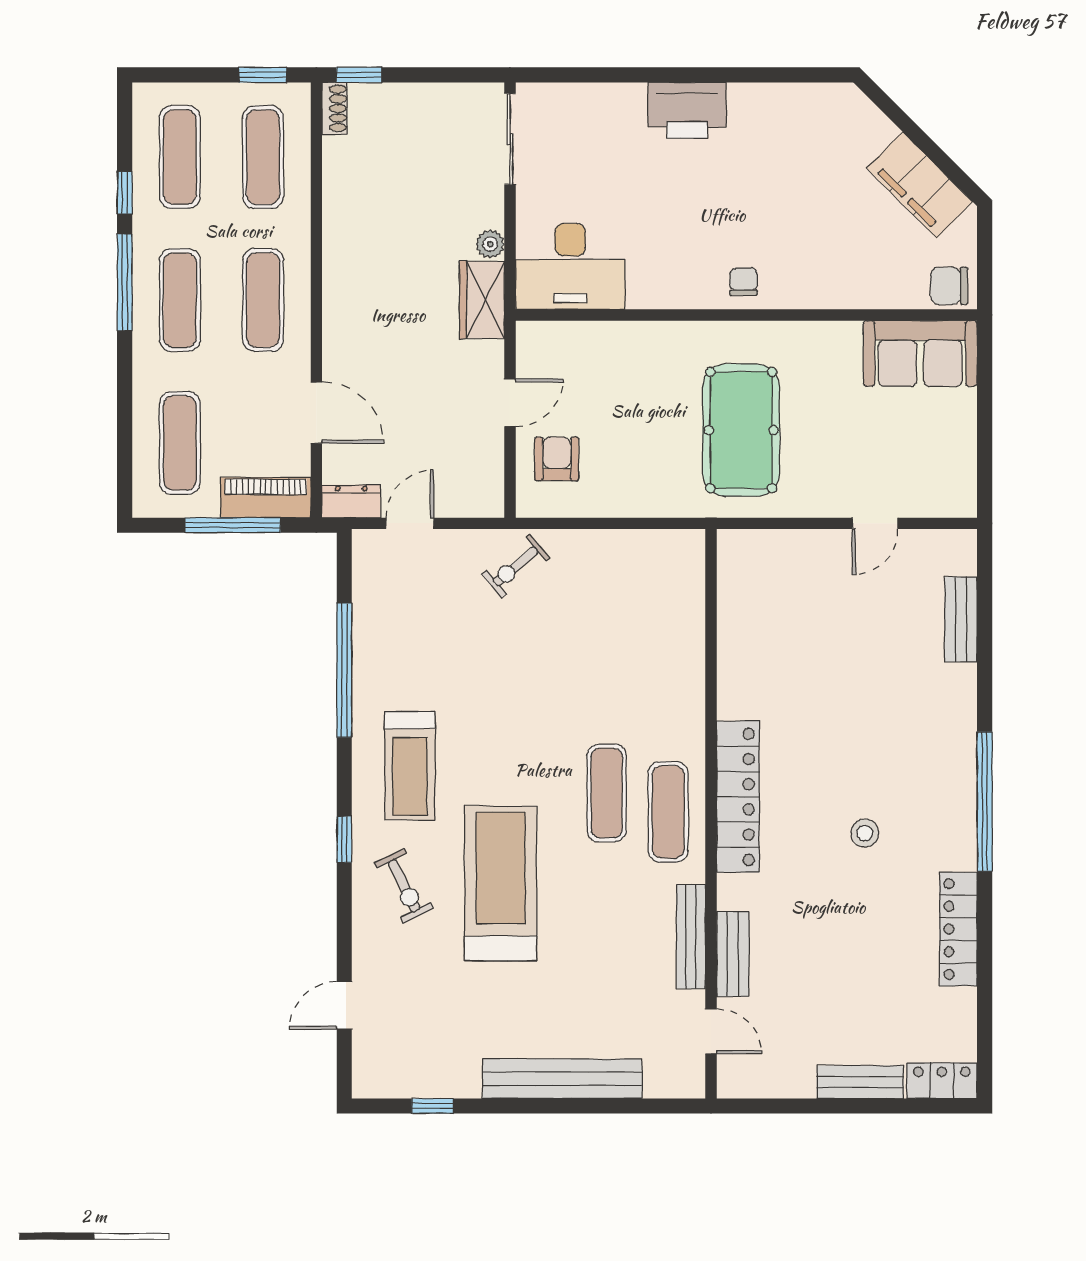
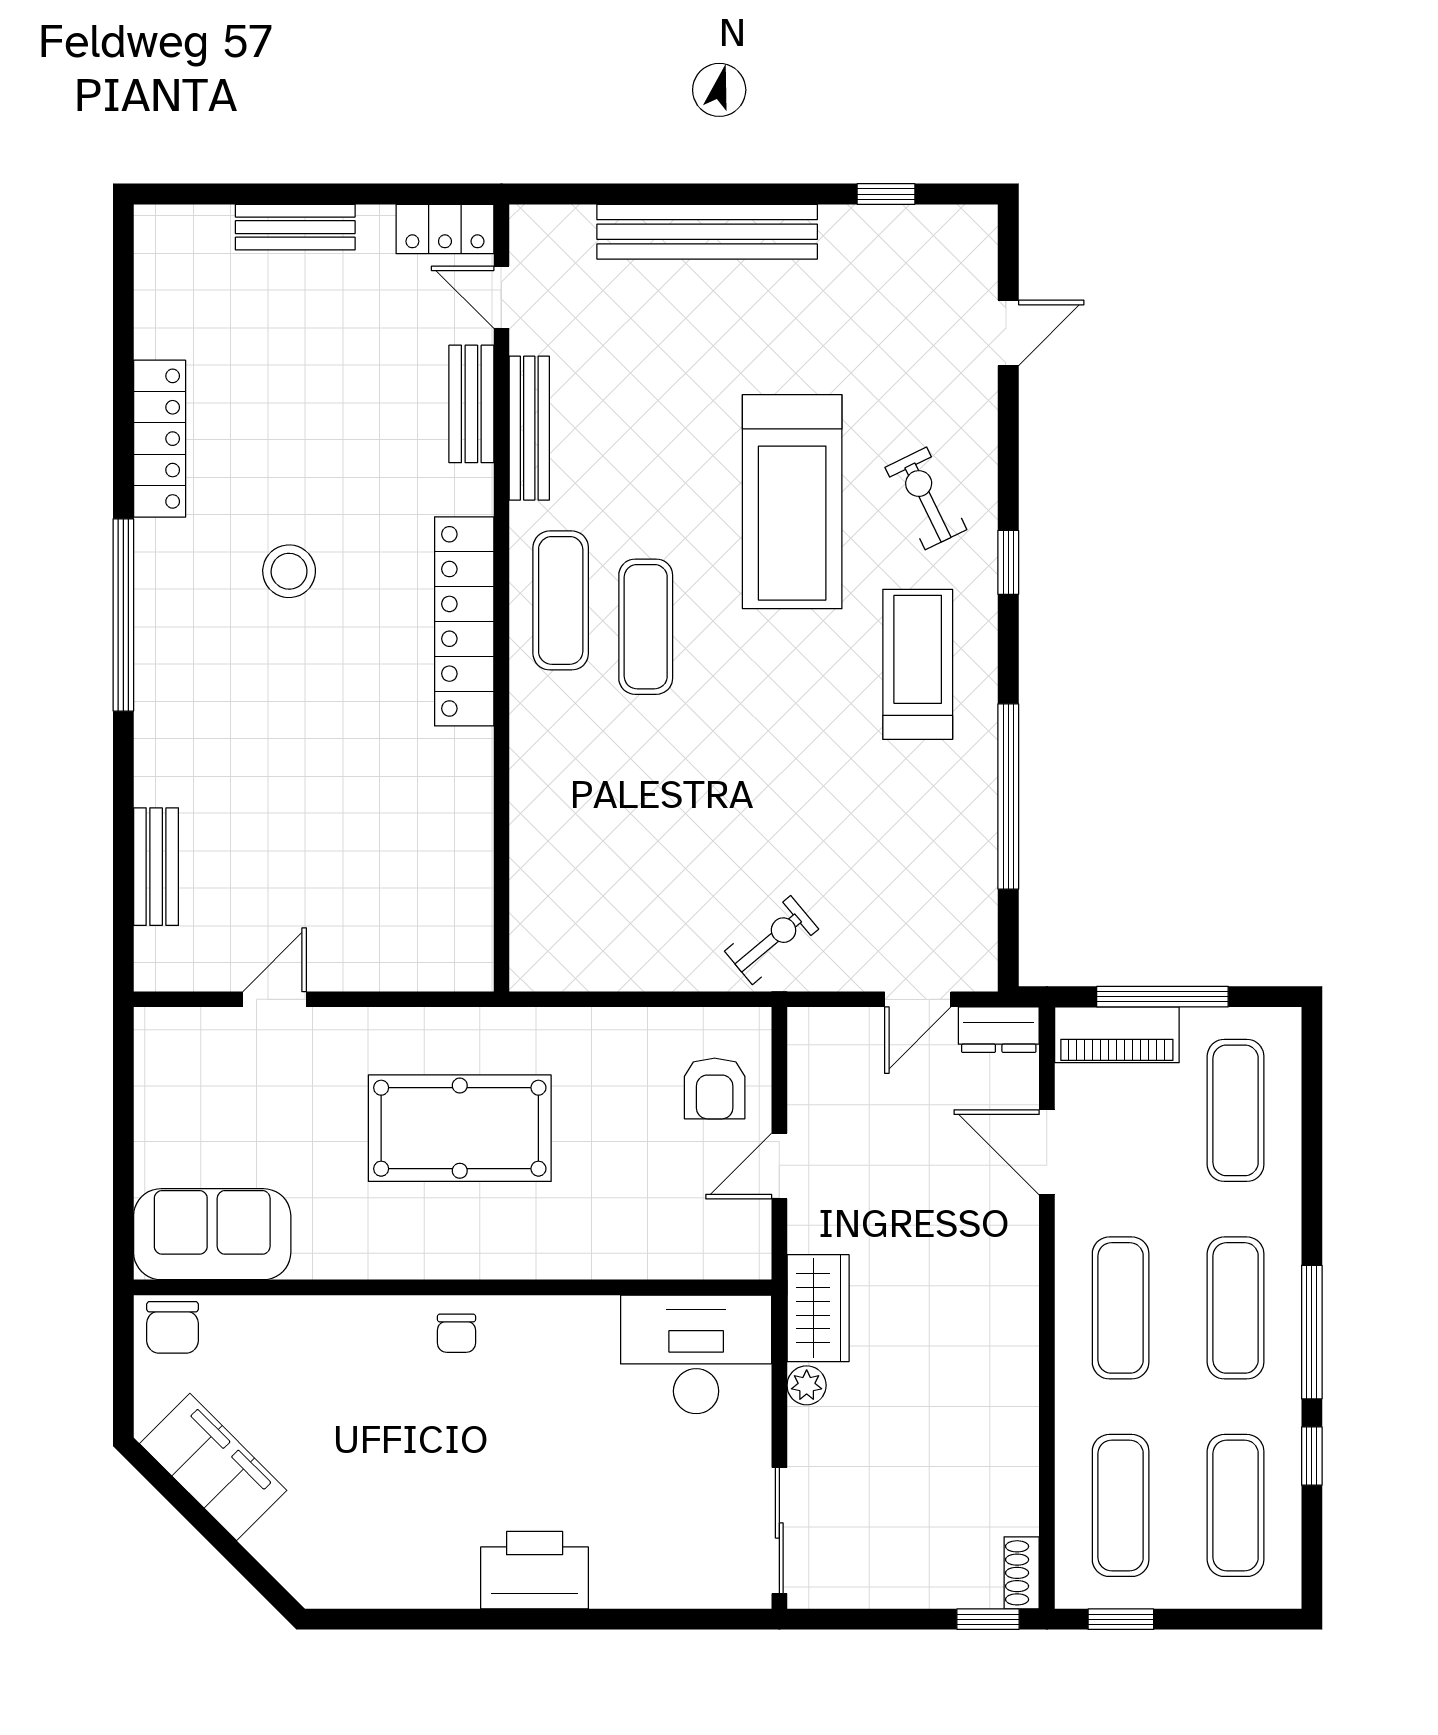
chair: (949, 286) -> (173, 1327), turned 90
pool table: (741, 430) -> (460, 1128), turned 90
stool: (865, 833) -> (289, 571), width x1.37, depth x1.37
locker: (942, 1081) -> (445, 229), moved

